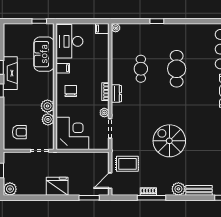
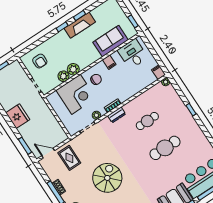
desk: (69, 41) -> (133, 54), width x0.73
corner desk: (72, 133) -> (76, 94), moved

